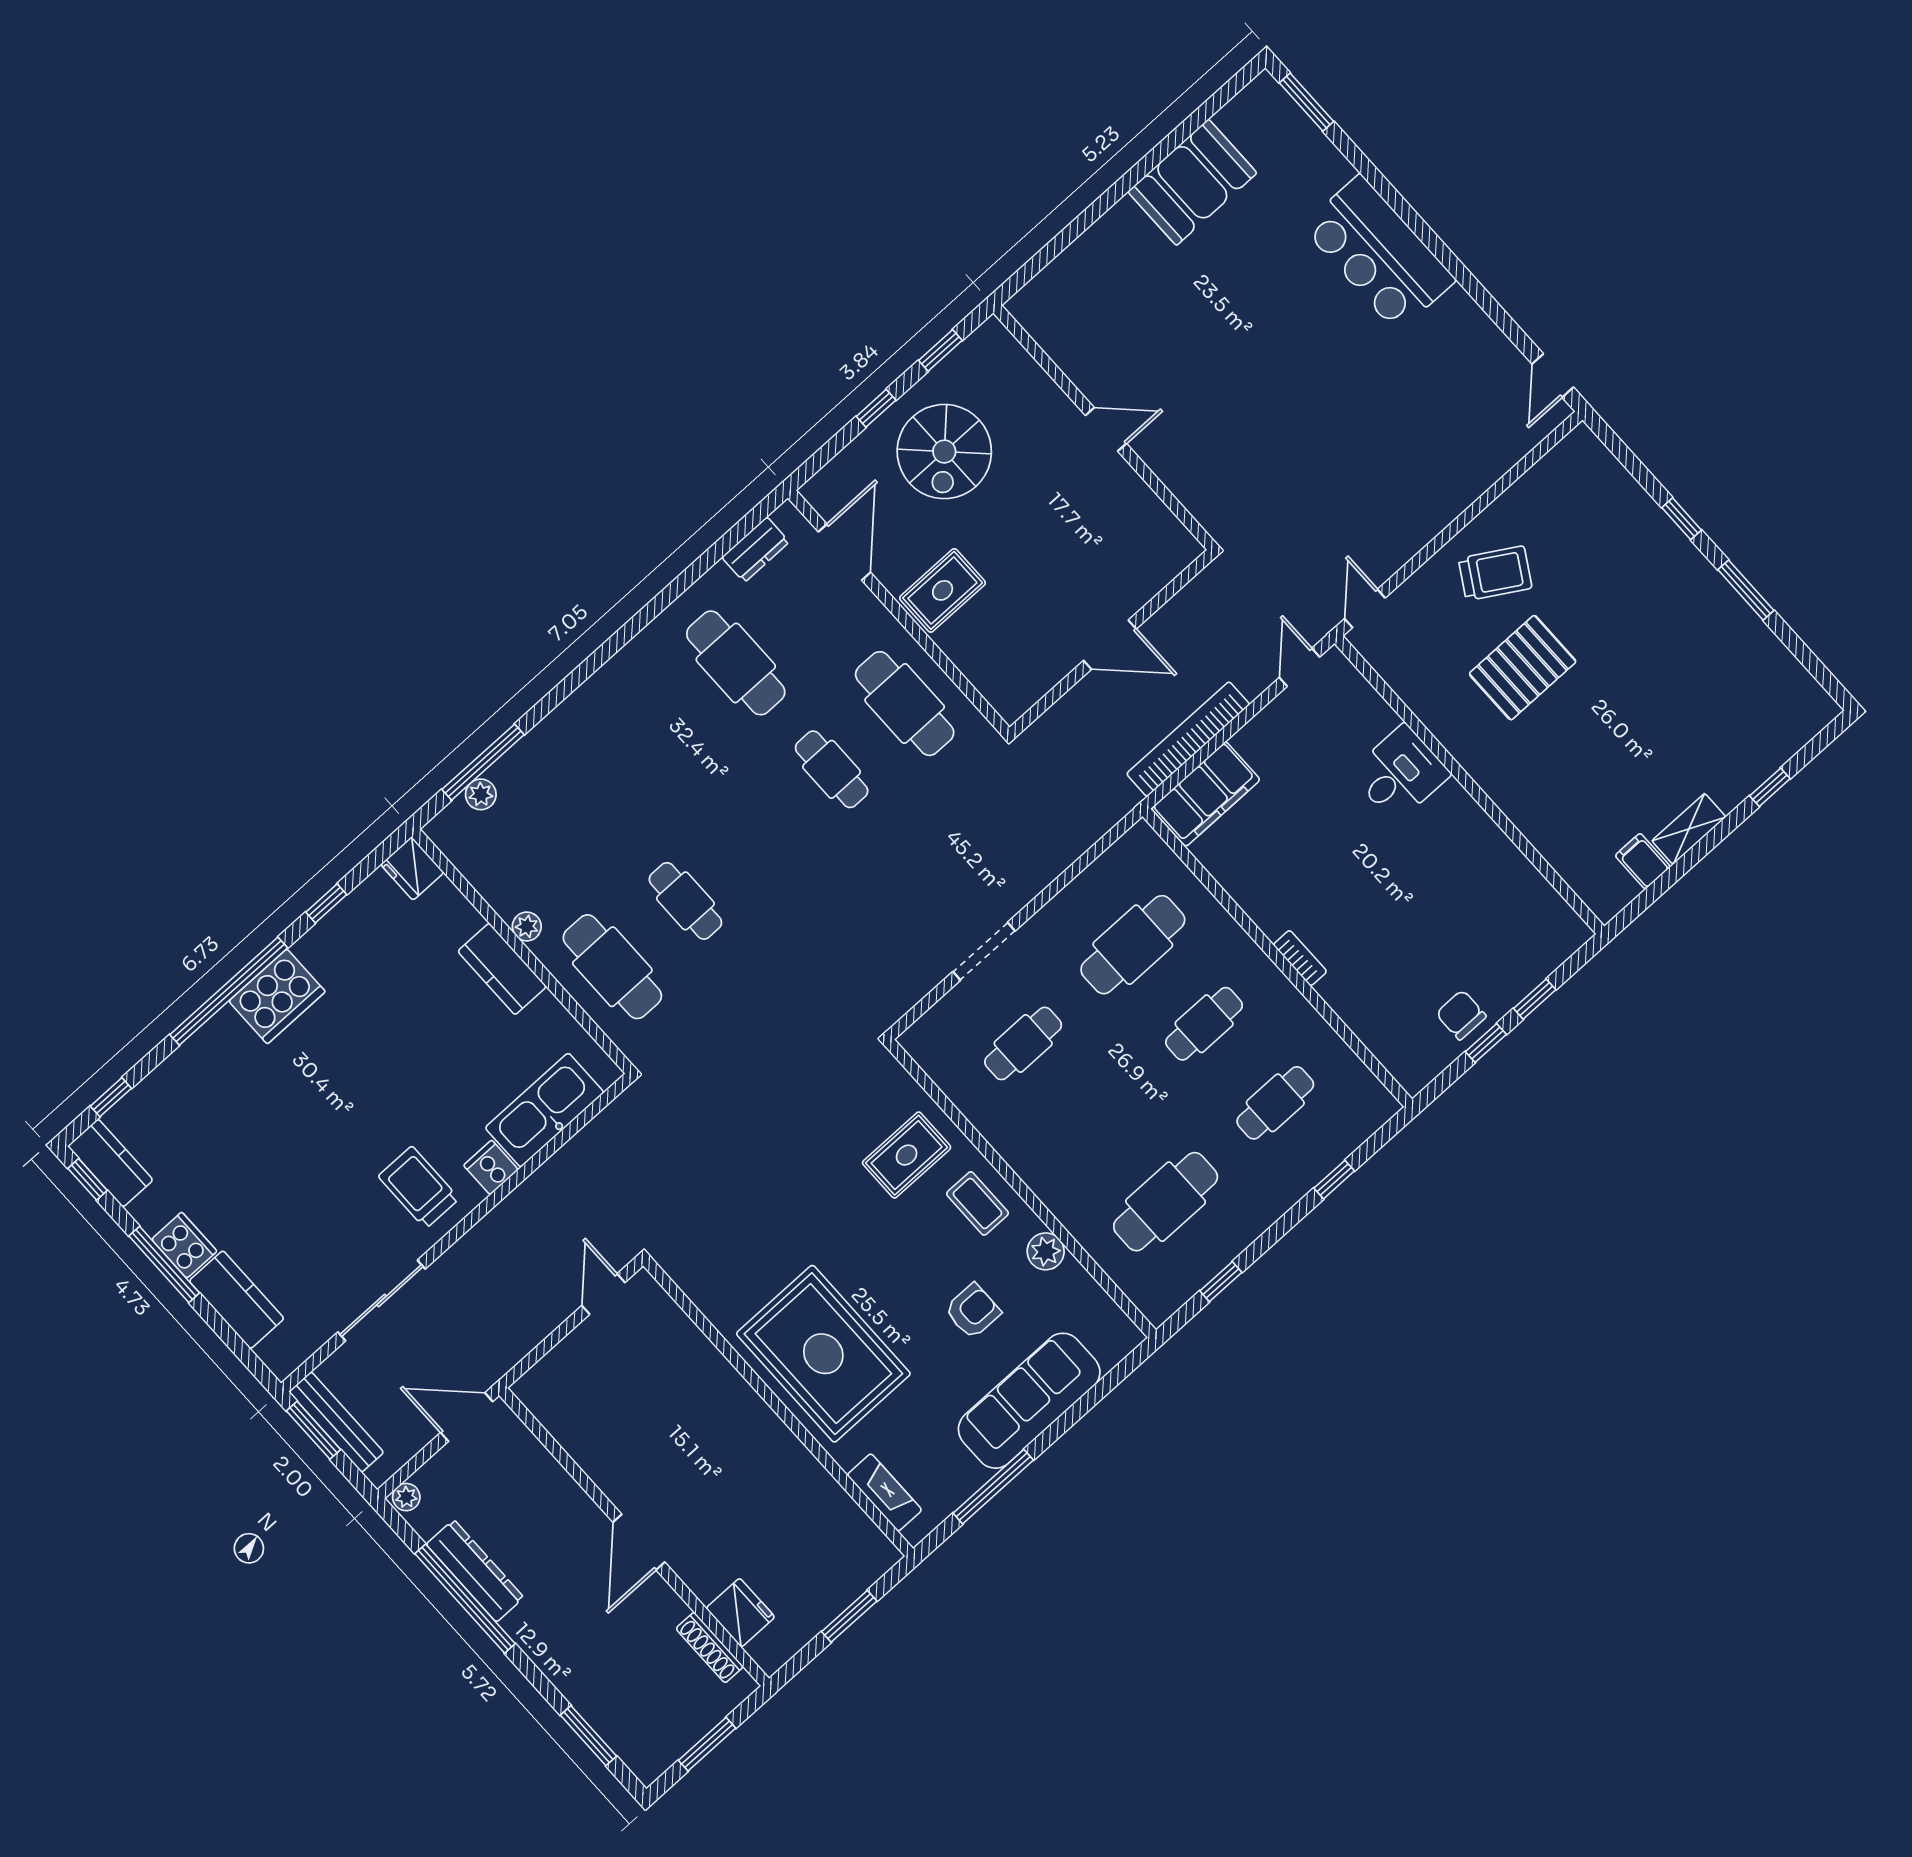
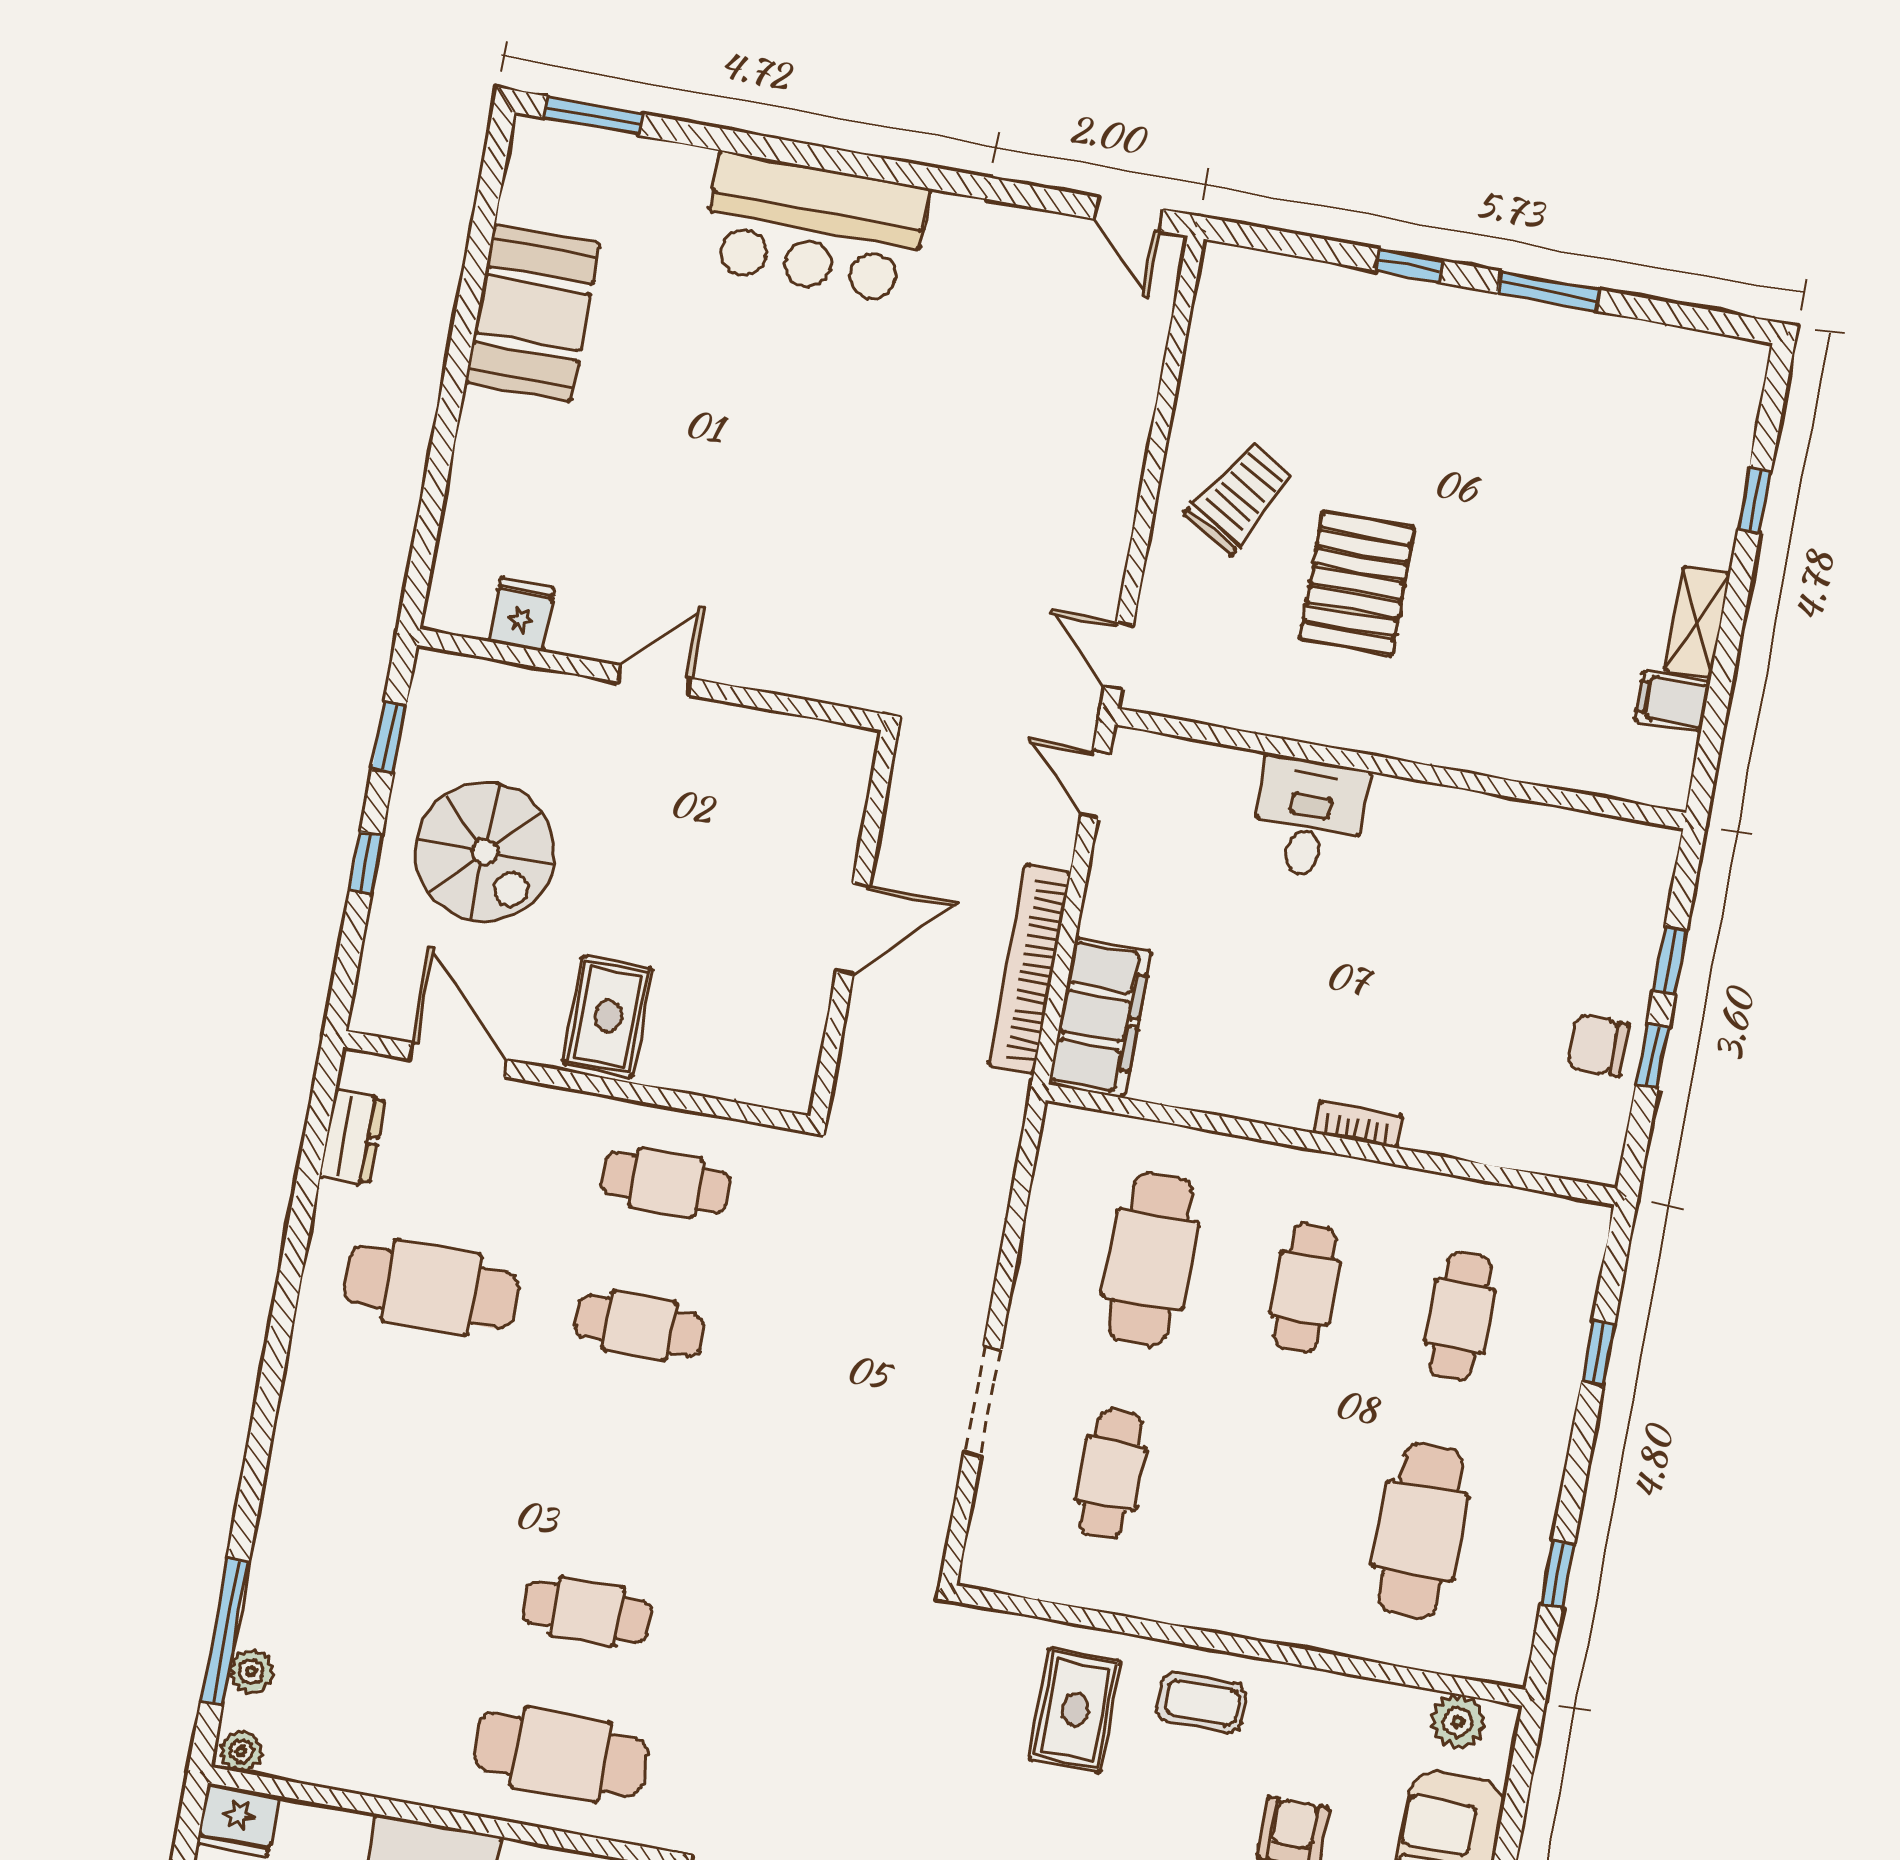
fridge: (1062, 340) -> (522, 615), added
cafe table: (905, 704) -> (666, 1183), width x0.73, depth x0.74
plant: (527, 926) -> (241, 1751), moved
plant: (1046, 1251) -> (1458, 1722), moved

